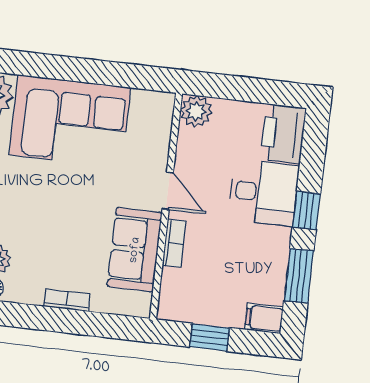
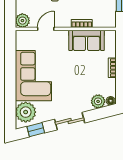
door: (168, 191) -> (46, 29), moved

